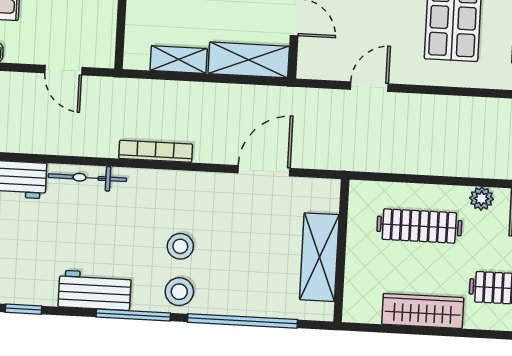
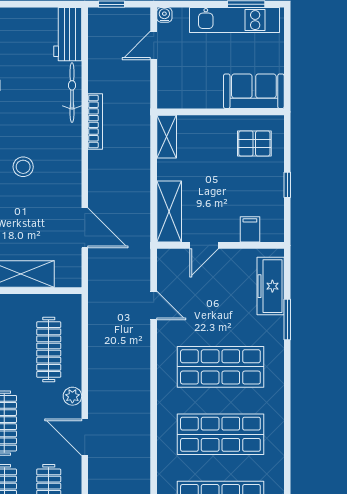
shelving: (179, 60) -> (167, 137), moved
door: (63, 70) -> (154, 45), moved
bookcase: (156, 151) -> (95, 121), moved

